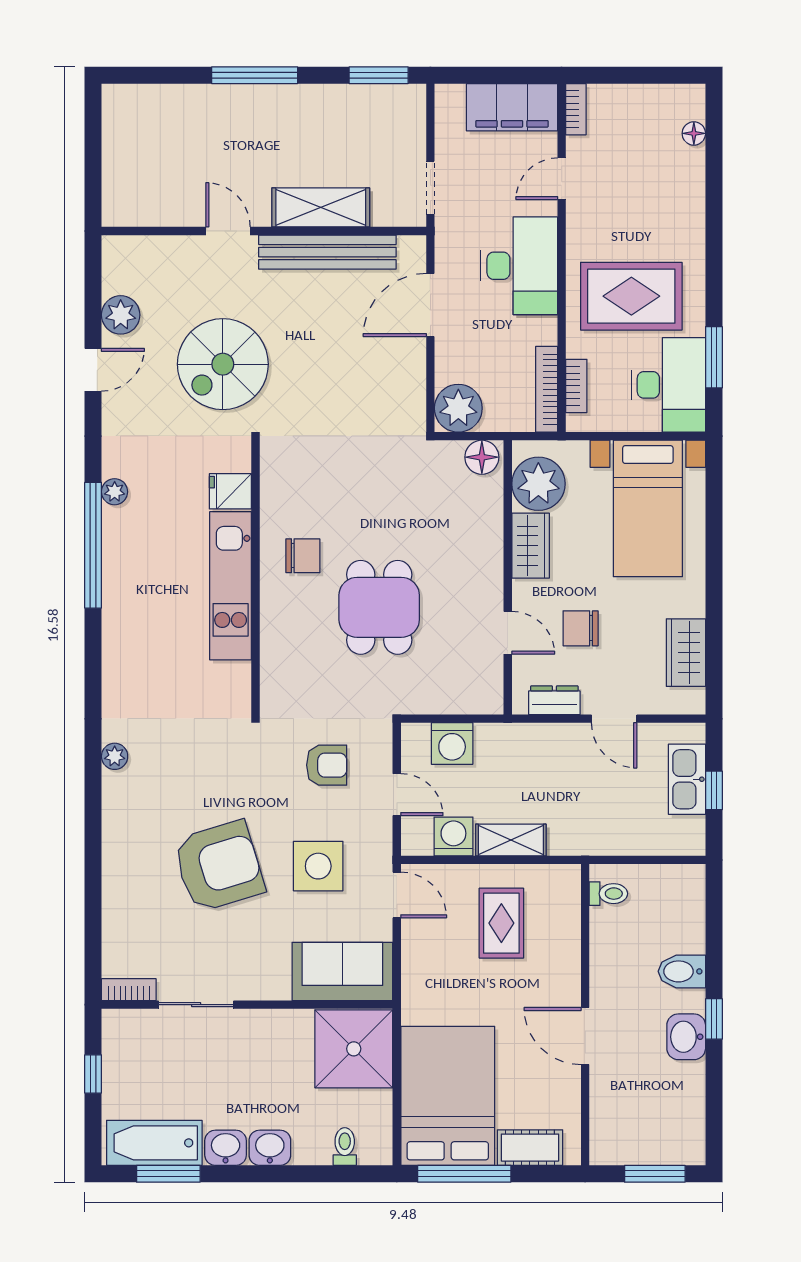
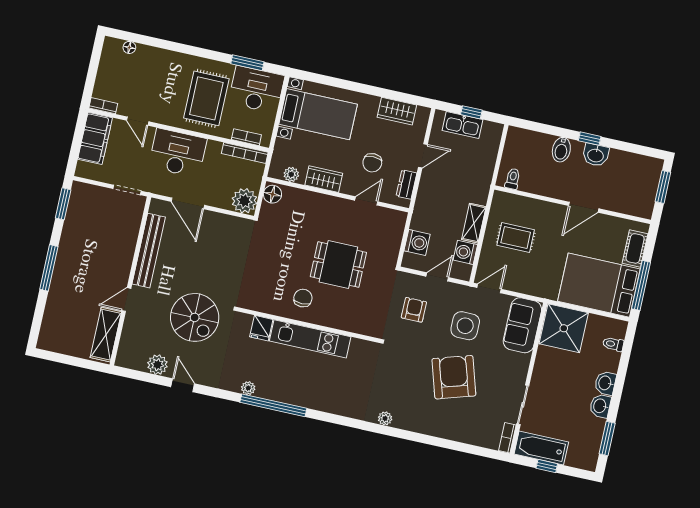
shelving: (321, 207) -> (106, 335), moved
plant: (538, 484) -> (291, 174), width x0.53, depth x0.53
bathtub: (154, 1143) -> (541, 448), moved, turned 90

